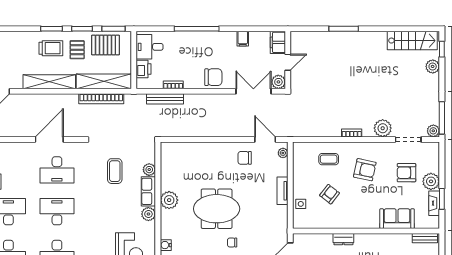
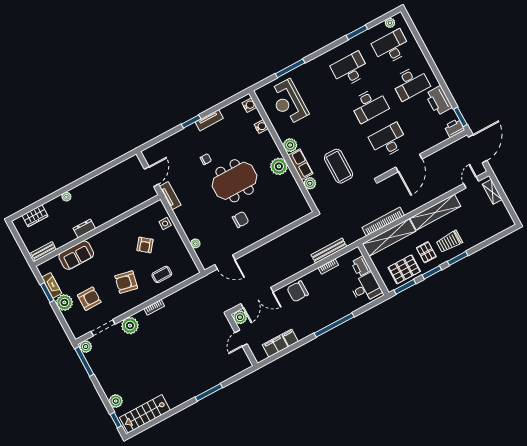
filing cabinet: (278, 42) -> (275, 346), moved, turned -90
plant: (283, 153) -> (195, 243), moved
chair: (245, 158) -> (240, 220), moved
coffee table: (115, 171) -> (339, 166), width x1.36, depth x1.32
tv unit: (283, 191) -> (170, 196), moved
dresser: (343, 239) -> (84, 228), moved

